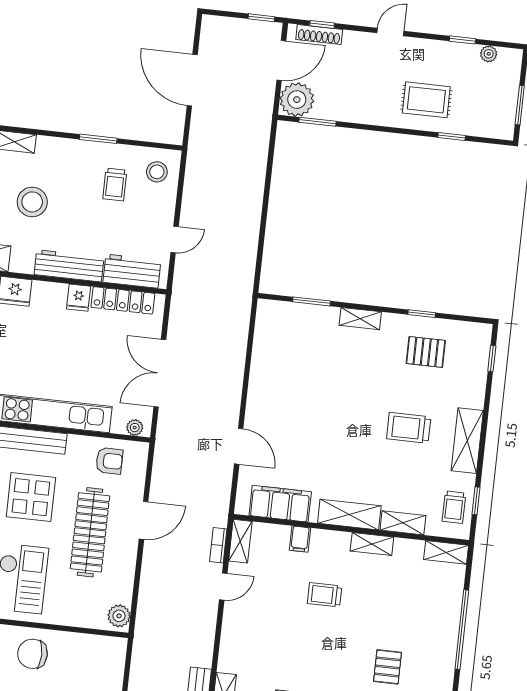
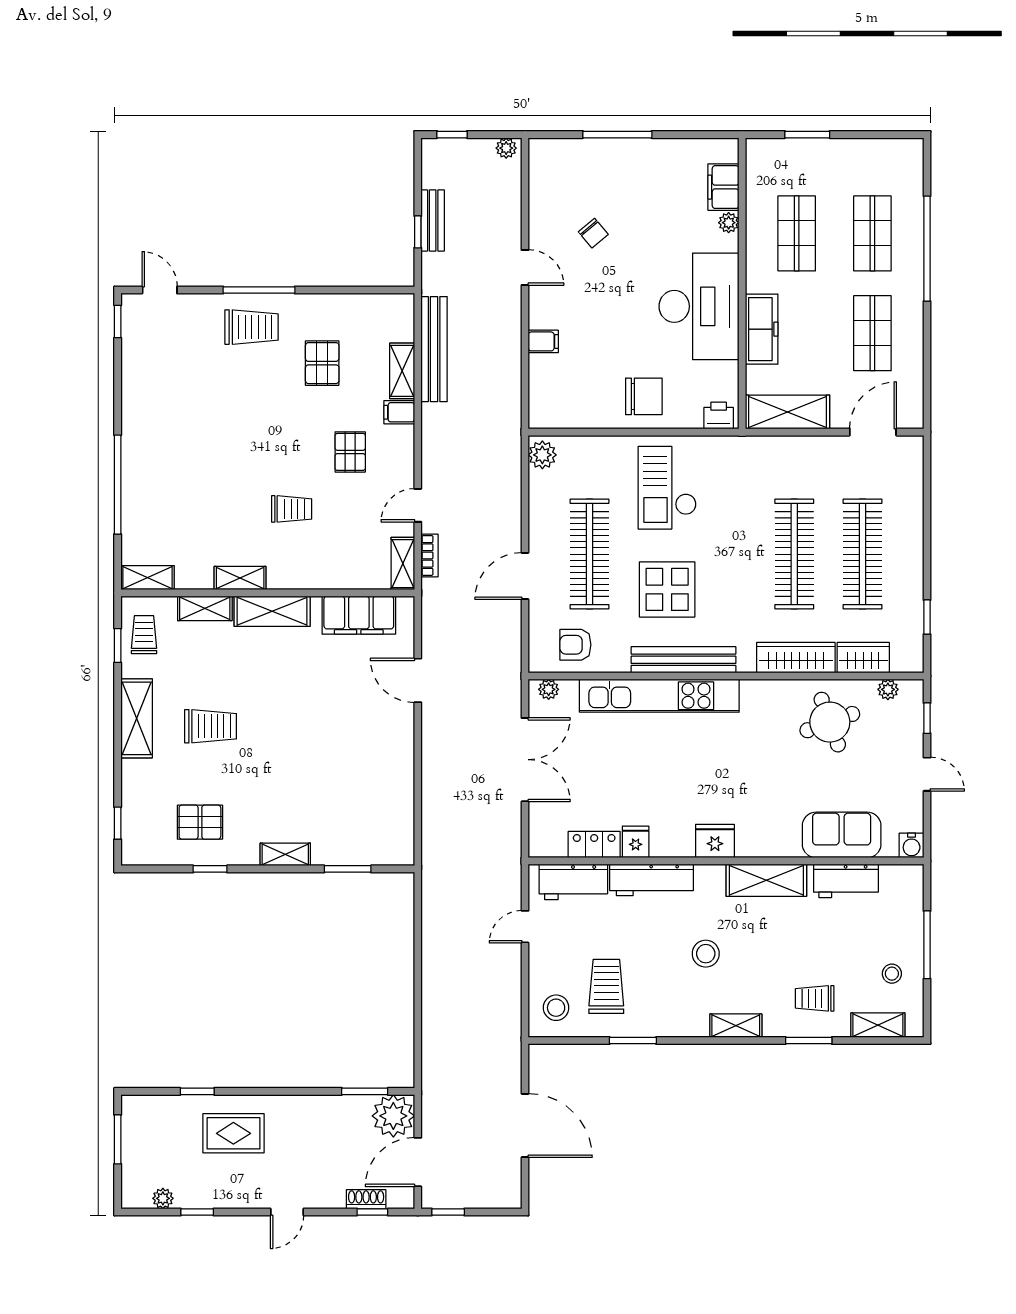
shoe rack: (319, 34) -> (366, 1199), width x0.70
trolley: (115, 184) -> (606, 986), width x1.36, depth x1.39
stool: (32, 202) -> (706, 954), width x0.73, depth x0.73
locker: (123, 300) -> (594, 845), width x0.66
filing cabinet: (300, 539) -> (399, 412), moved, turned -90
pallet: (388, 667) -> (350, 452), moved

